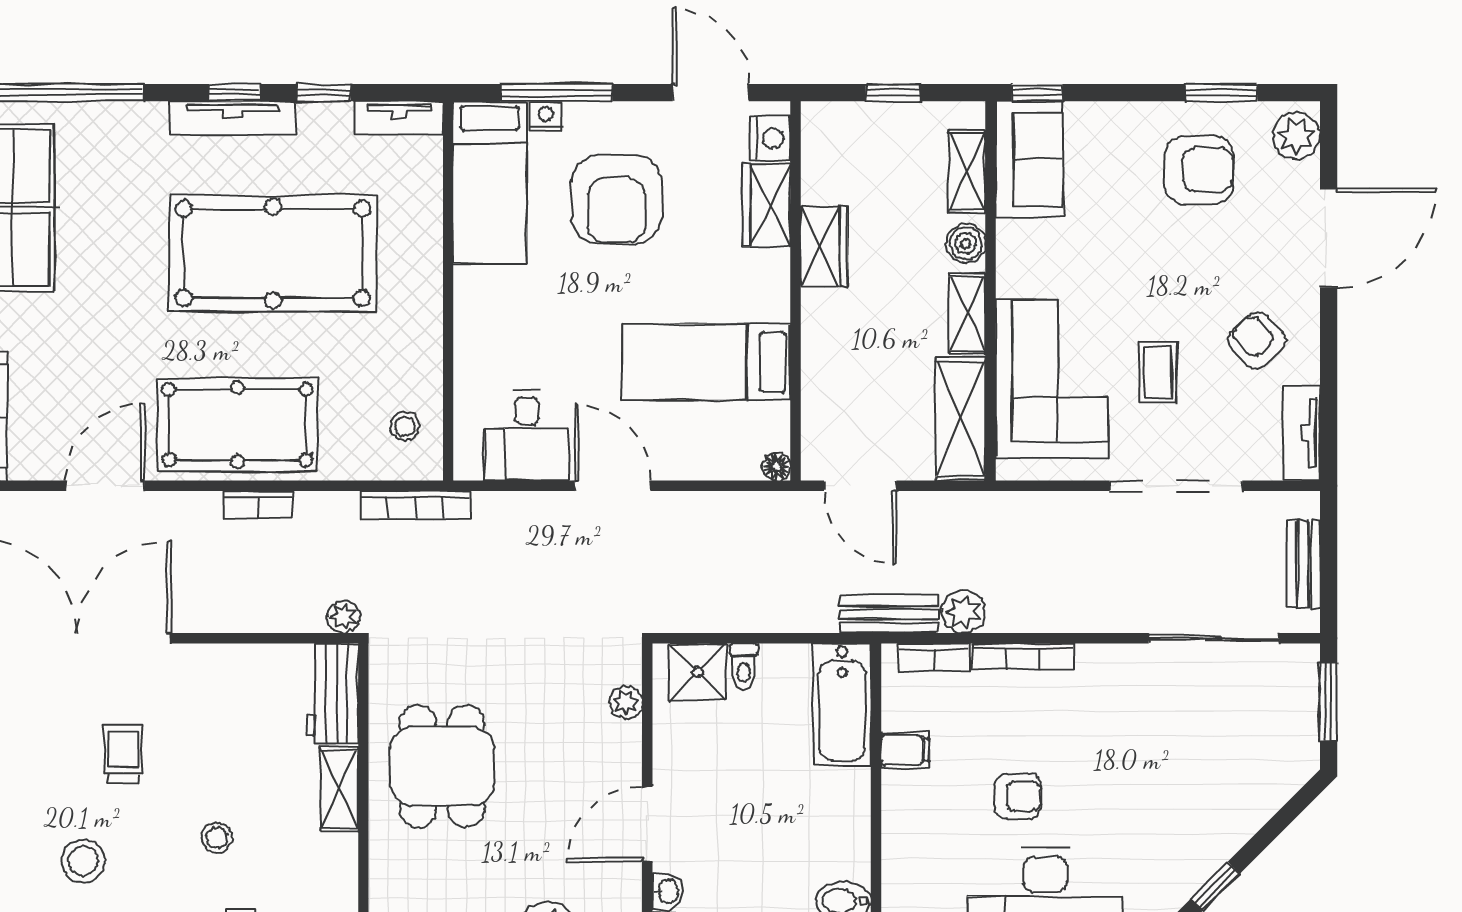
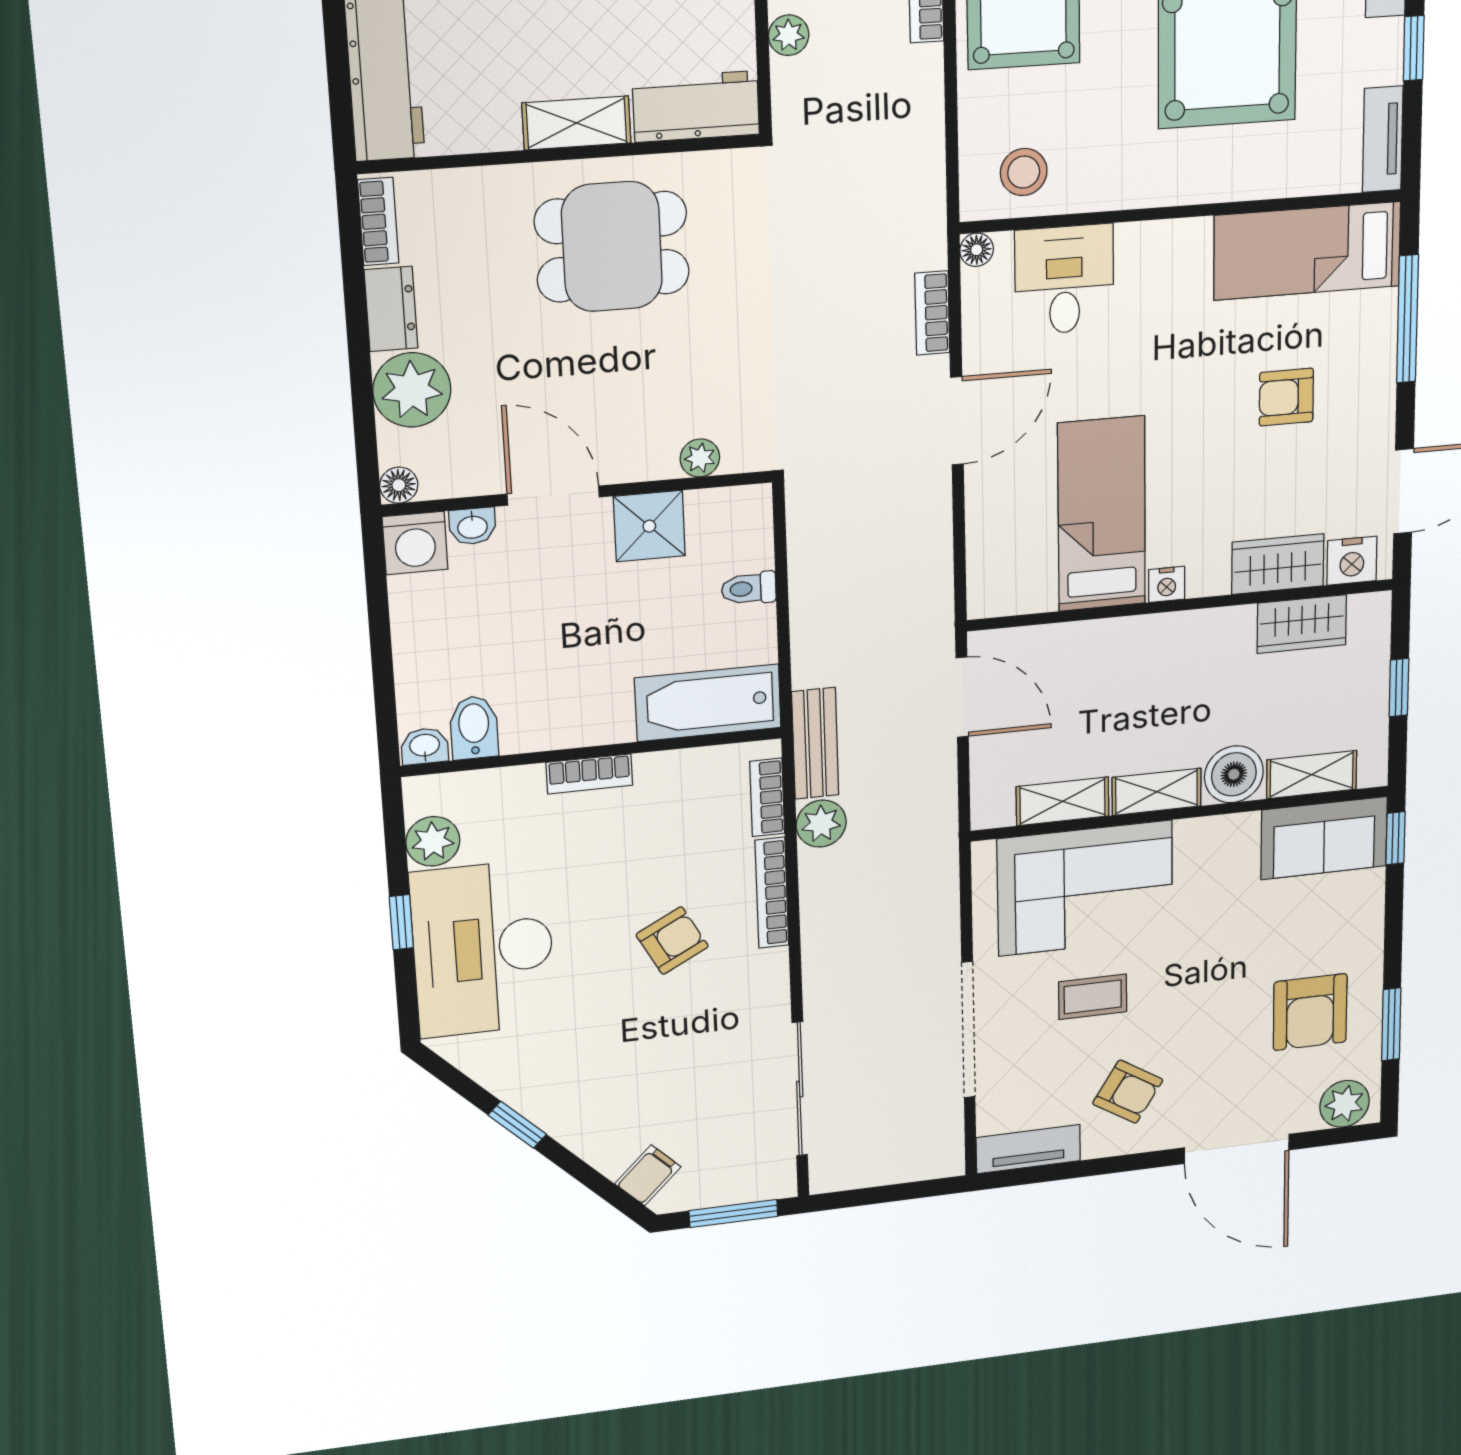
nightstand: (546, 116) -> (1167, 584), moved, turned 90
armchair: (617, 199) -> (1286, 397), width x0.53, depth x0.53
boiler: (966, 243) -> (1234, 774), width x1.36, depth x1.36
wardrobe: (824, 246) -> (1302, 624), moved
armchair: (1257, 340) -> (1128, 1092), turned 74
shelving: (961, 419) -> (1063, 801), width x0.67, depth x0.75
stool: (405, 426) -> (1024, 172), width x1.37, depth x1.37
desk: (527, 435) -> (1064, 280), moved, turned 90
floor lamp: (776, 467) -> (977, 250), moved
door: (860, 486) -> (962, 697), swing flipped
bookcase: (415, 505) -> (932, 313), moved, width x0.64
bench: (1303, 564) -> (885, 1169), removed
plant: (343, 617) -> (789, 35), moved
shower: (698, 672) -> (649, 526), moved
filing cabinet: (905, 750) -> (648, 1175), moved, turned -135
armchair: (1018, 796) -> (672, 941), moved, turned -118
bookcase: (895, 807) -> (589, 774), added

